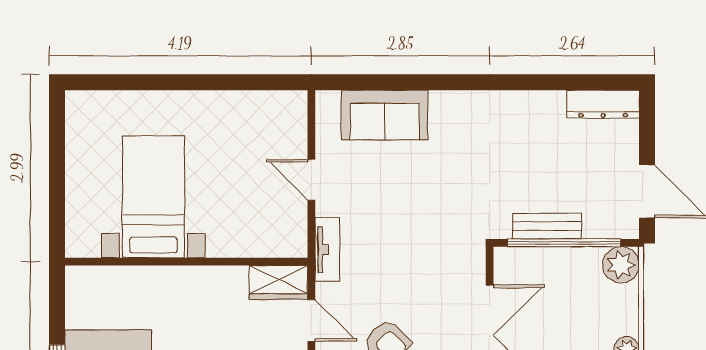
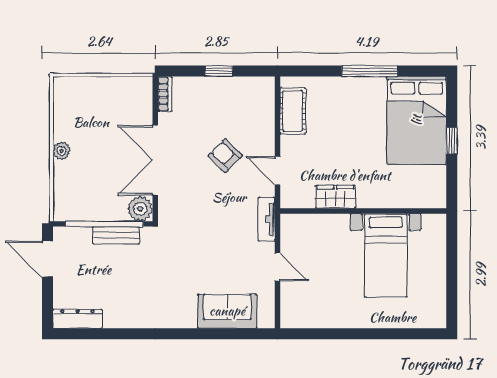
plant: (621, 265) -> (140, 209), moved
wardrobe: (278, 282) -> (335, 197), moved

